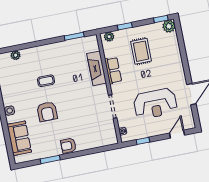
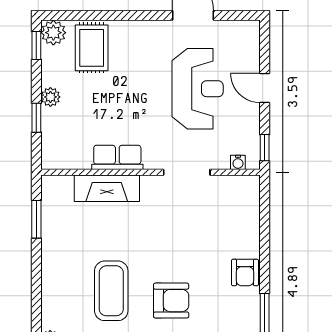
plant: (109, 37) -> (50, 97), moved
rug: (141, 51) -> (92, 48), moved, turned 90
coffee table: (46, 81) -> (111, 291), width x1.86, depth x1.72
door: (177, 134) -> (265, 88), moved
window: (143, 141) -> (265, 148), moved

